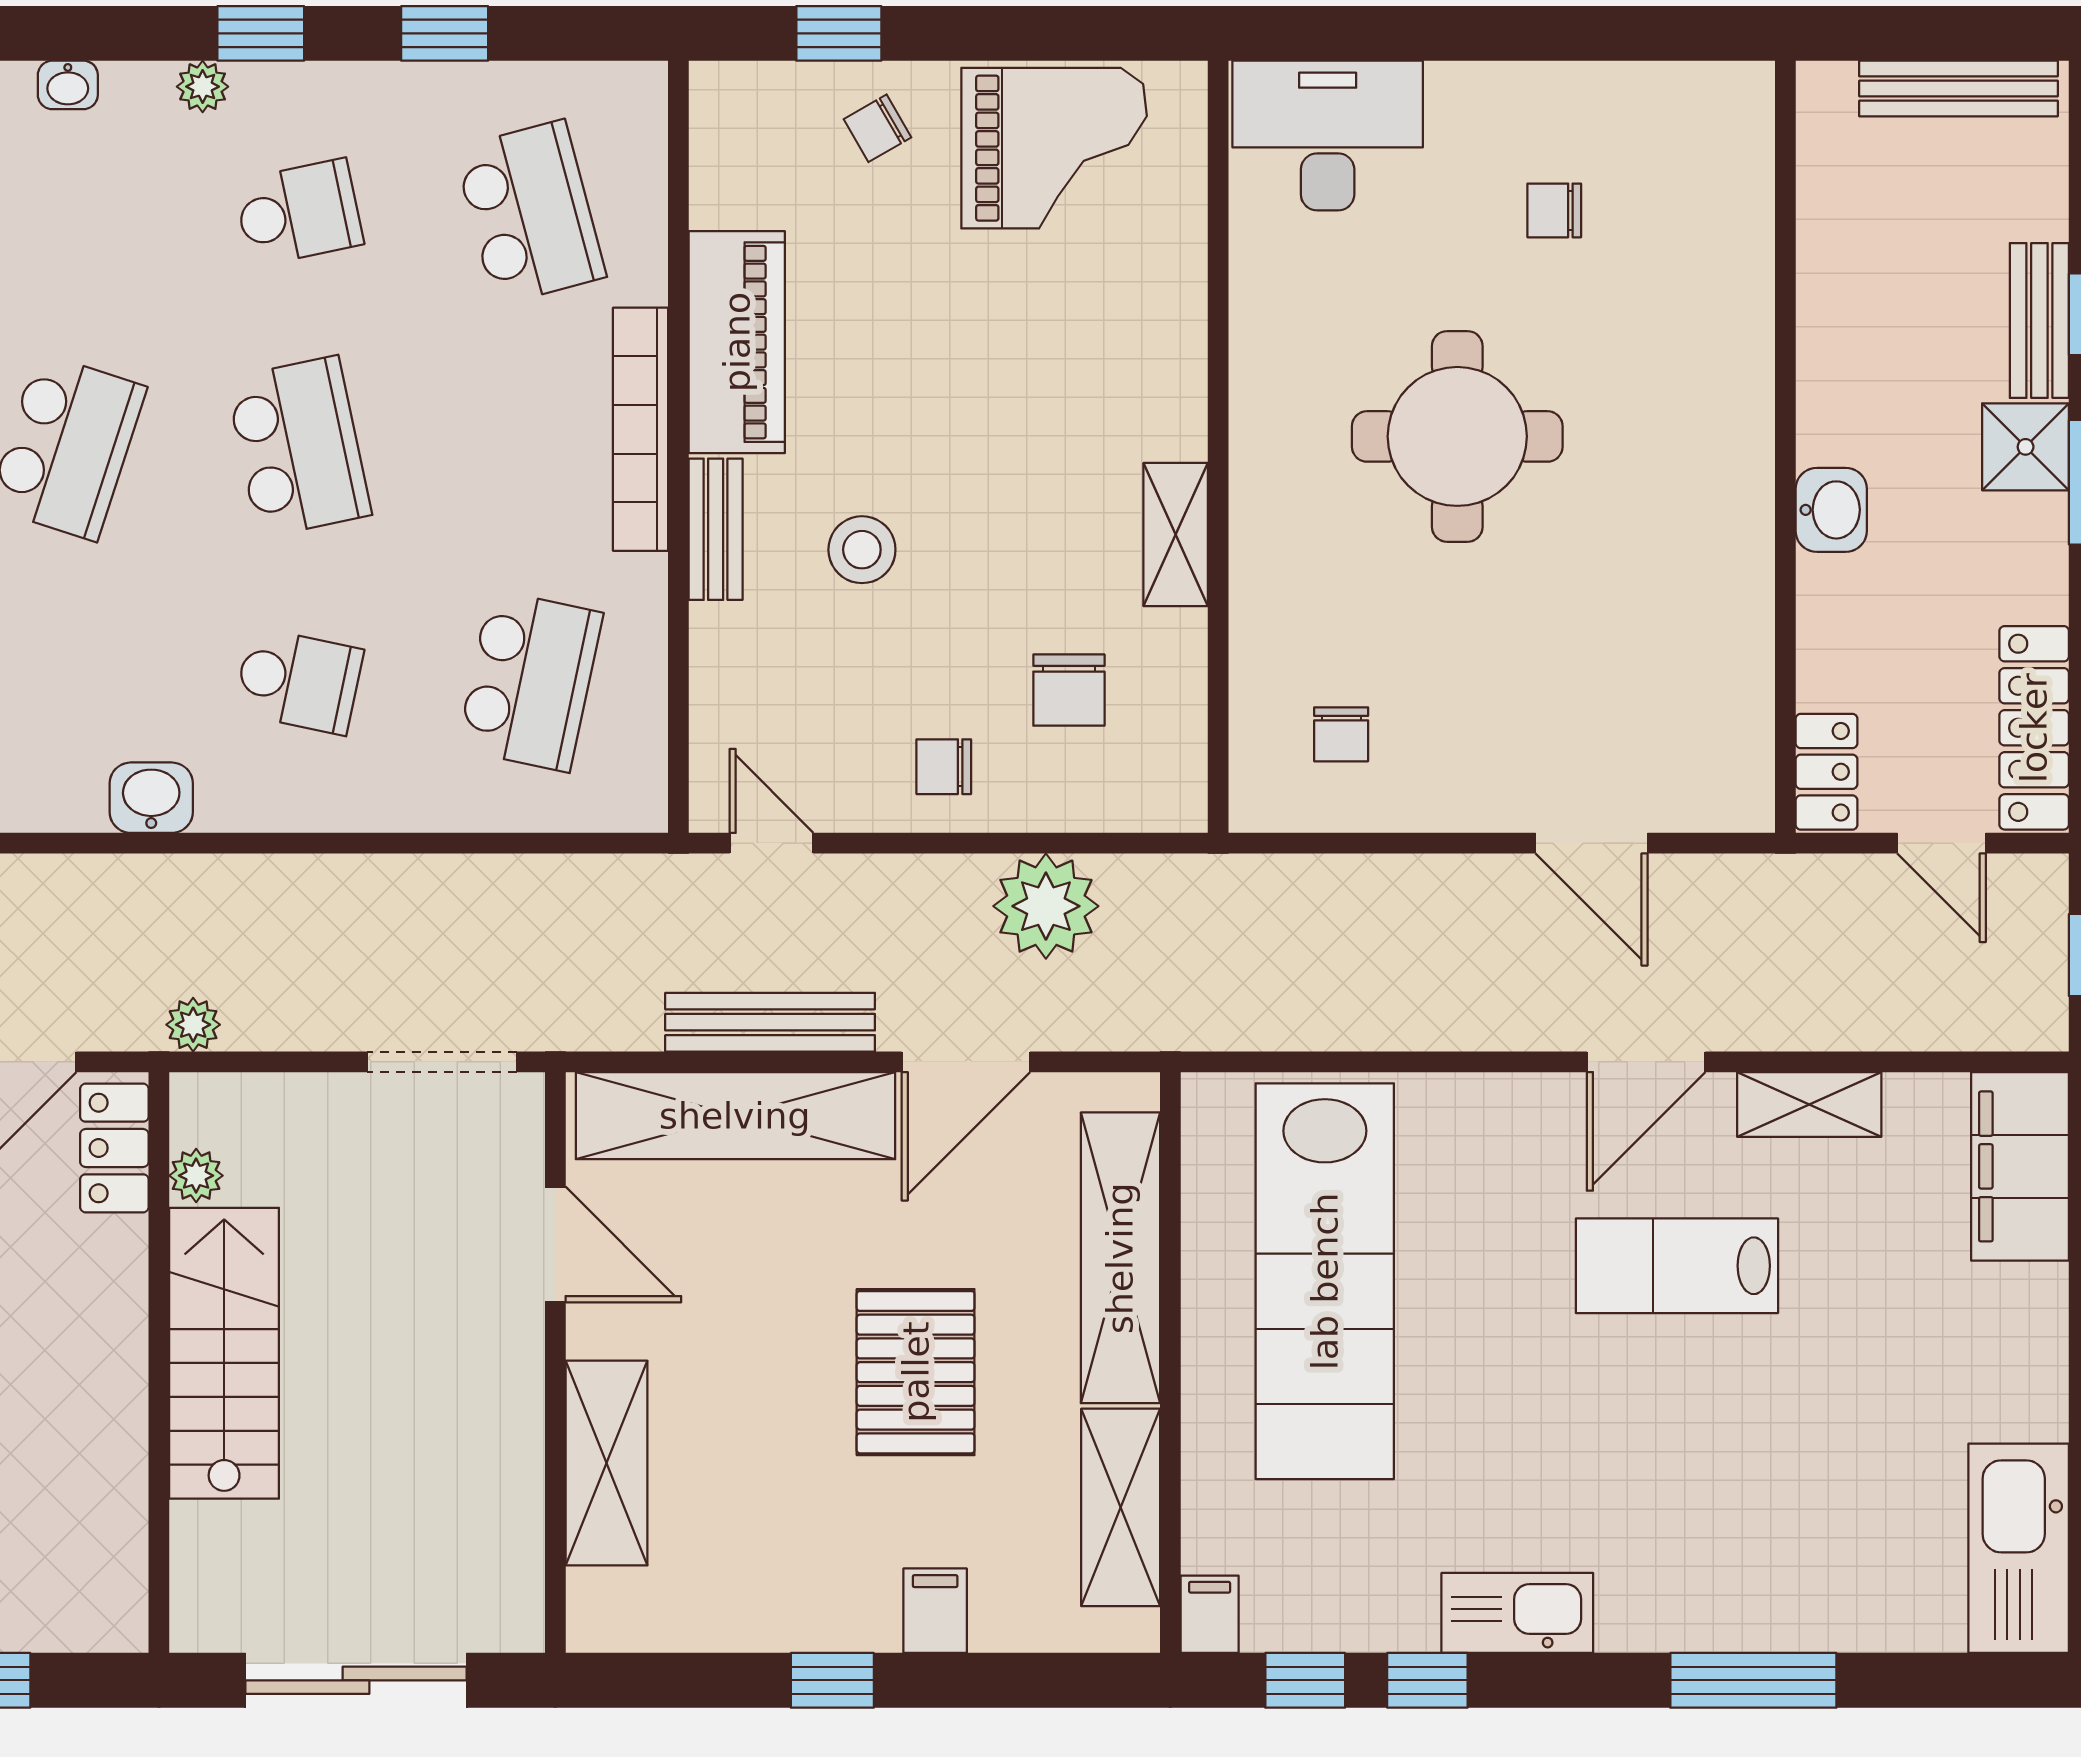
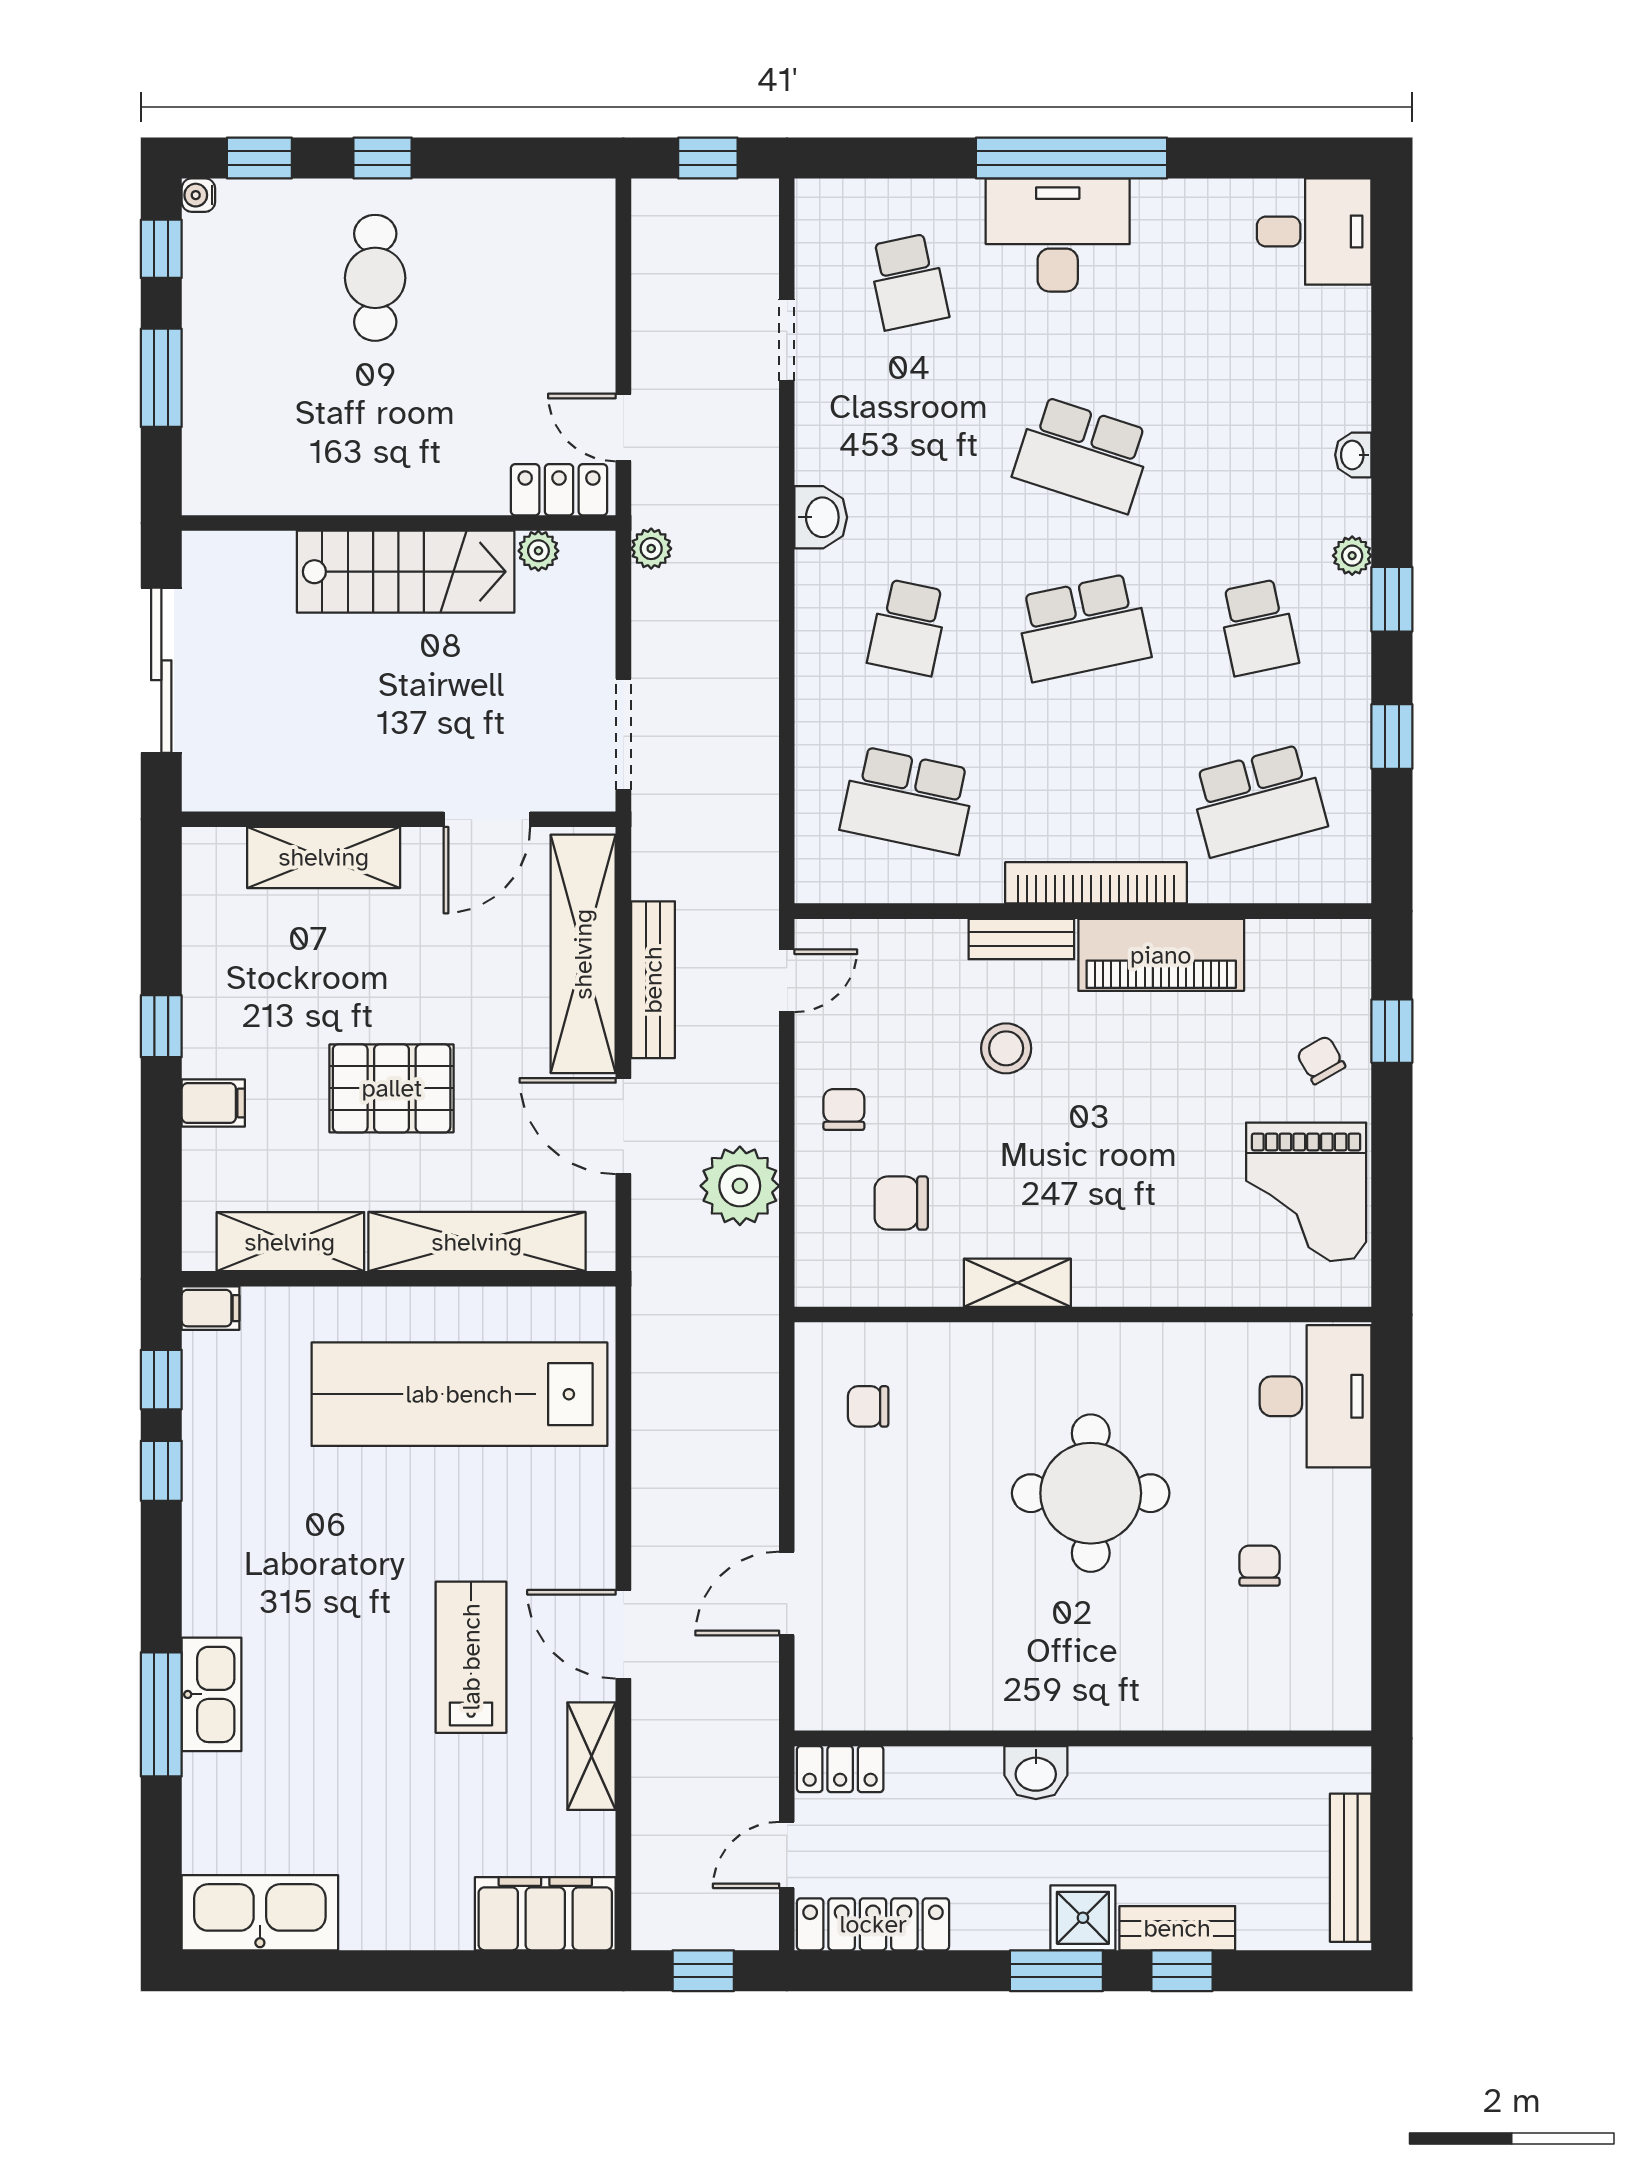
kitchen sink: (1517, 1613) -> (212, 1694), moved

